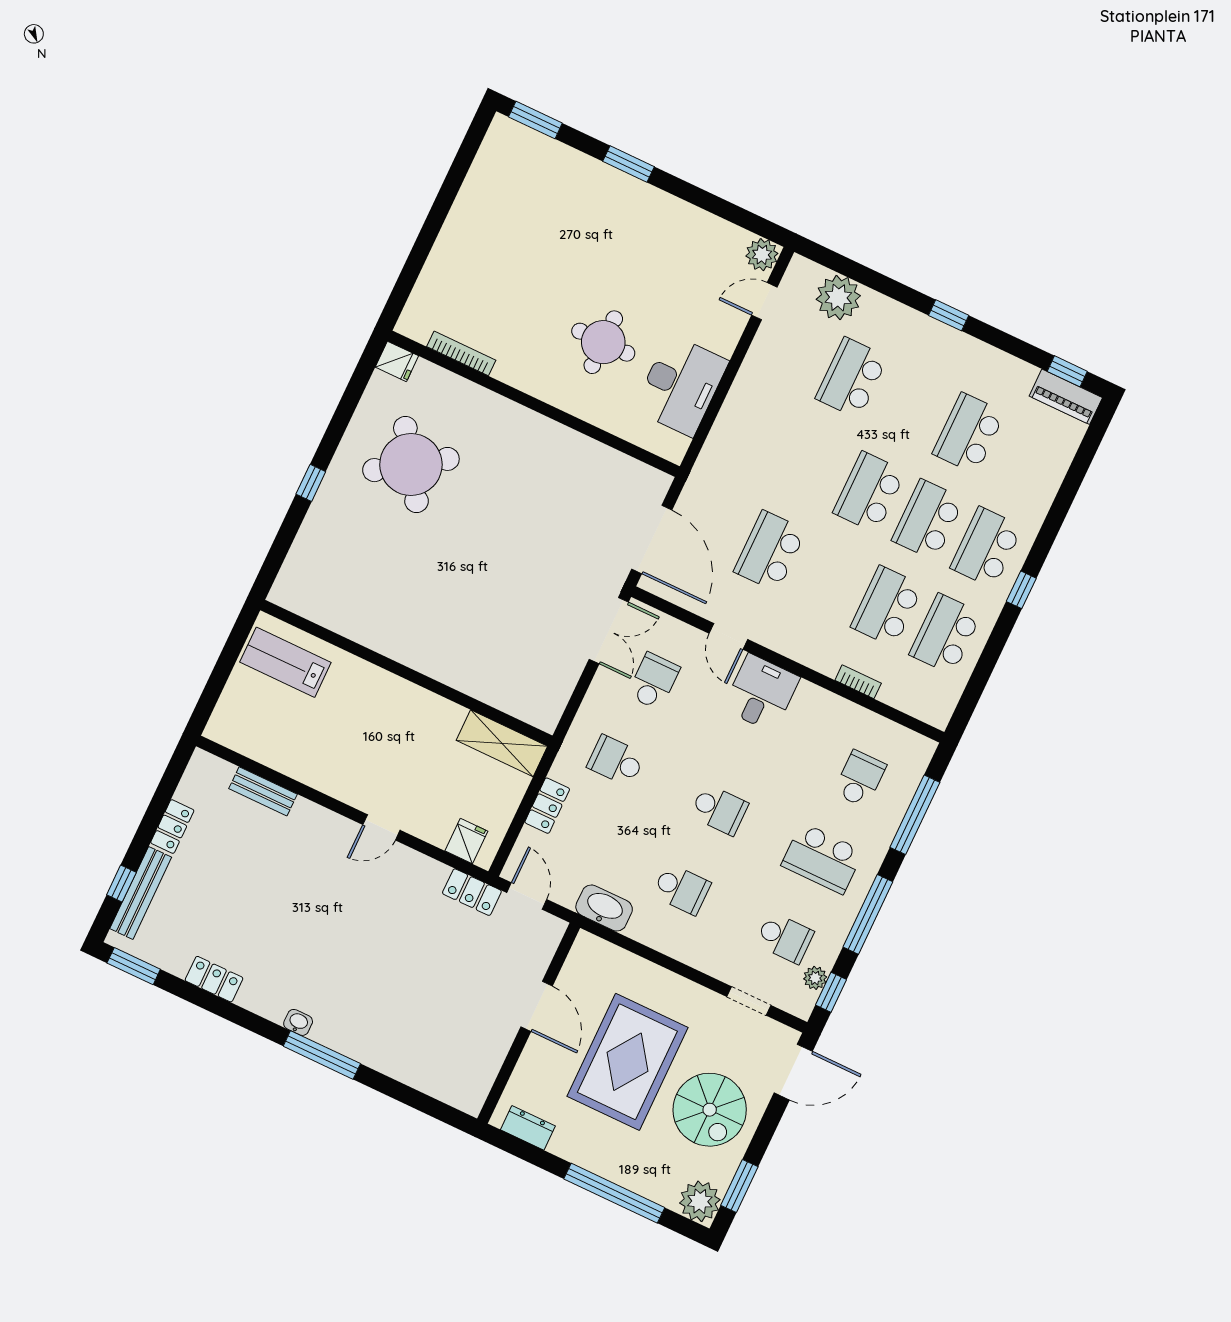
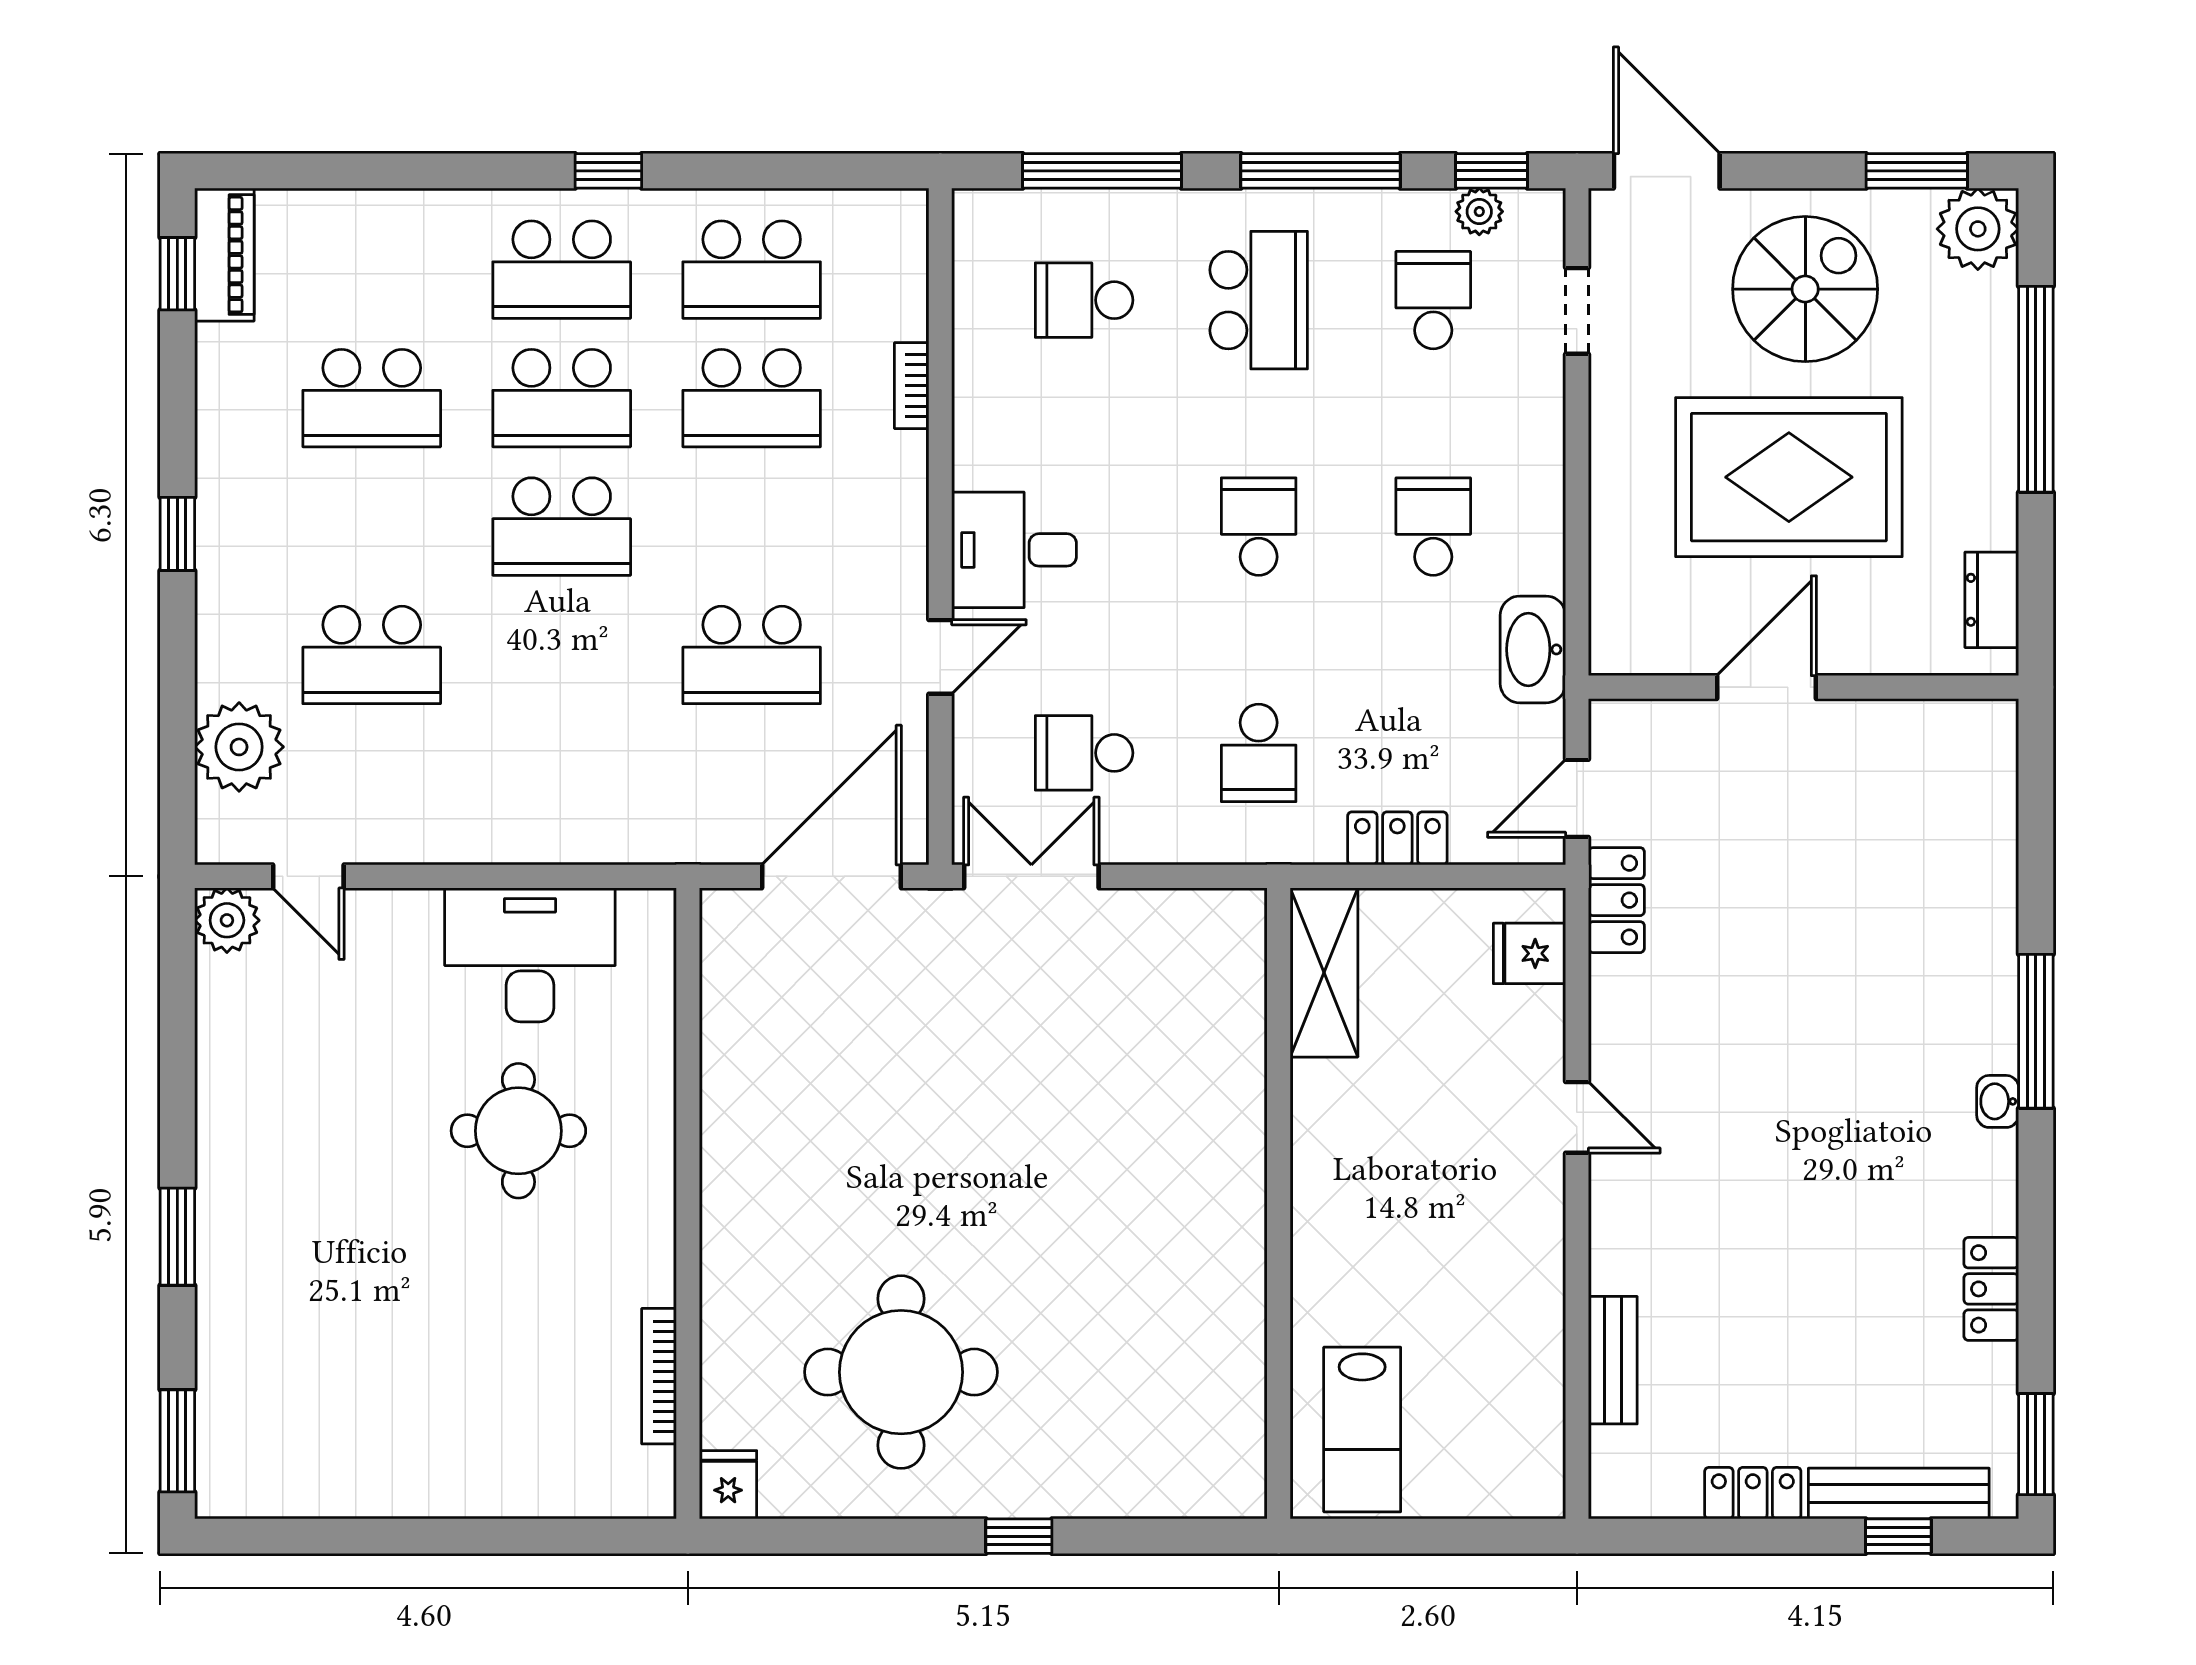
round table: (411, 465) -> (901, 1372), turned 34

